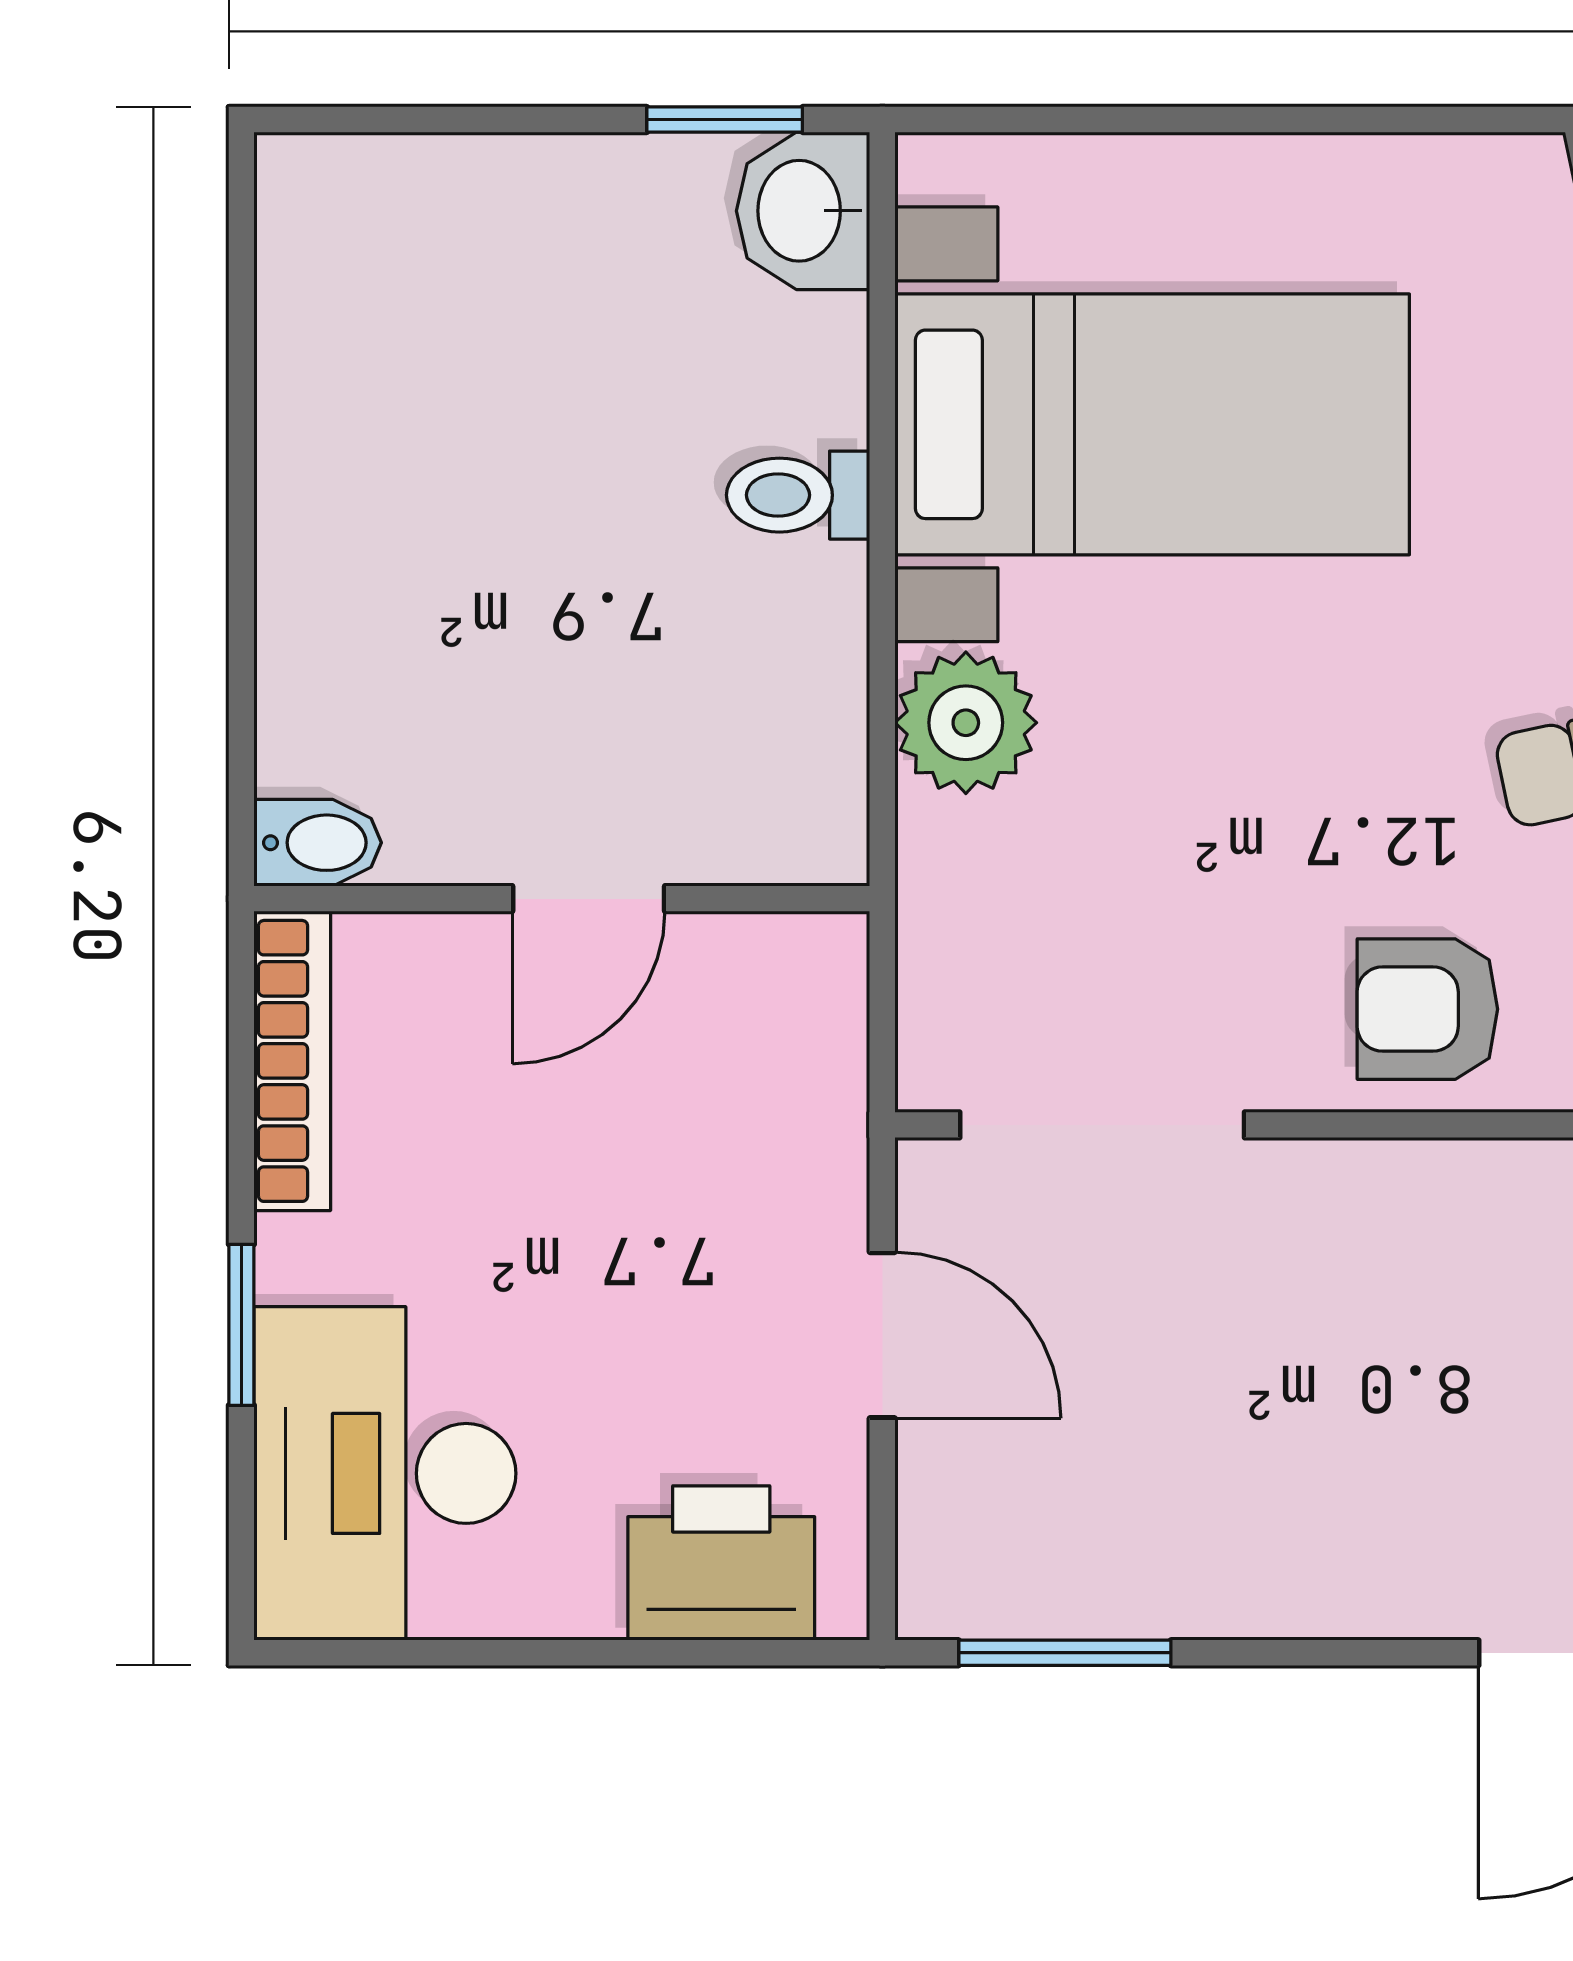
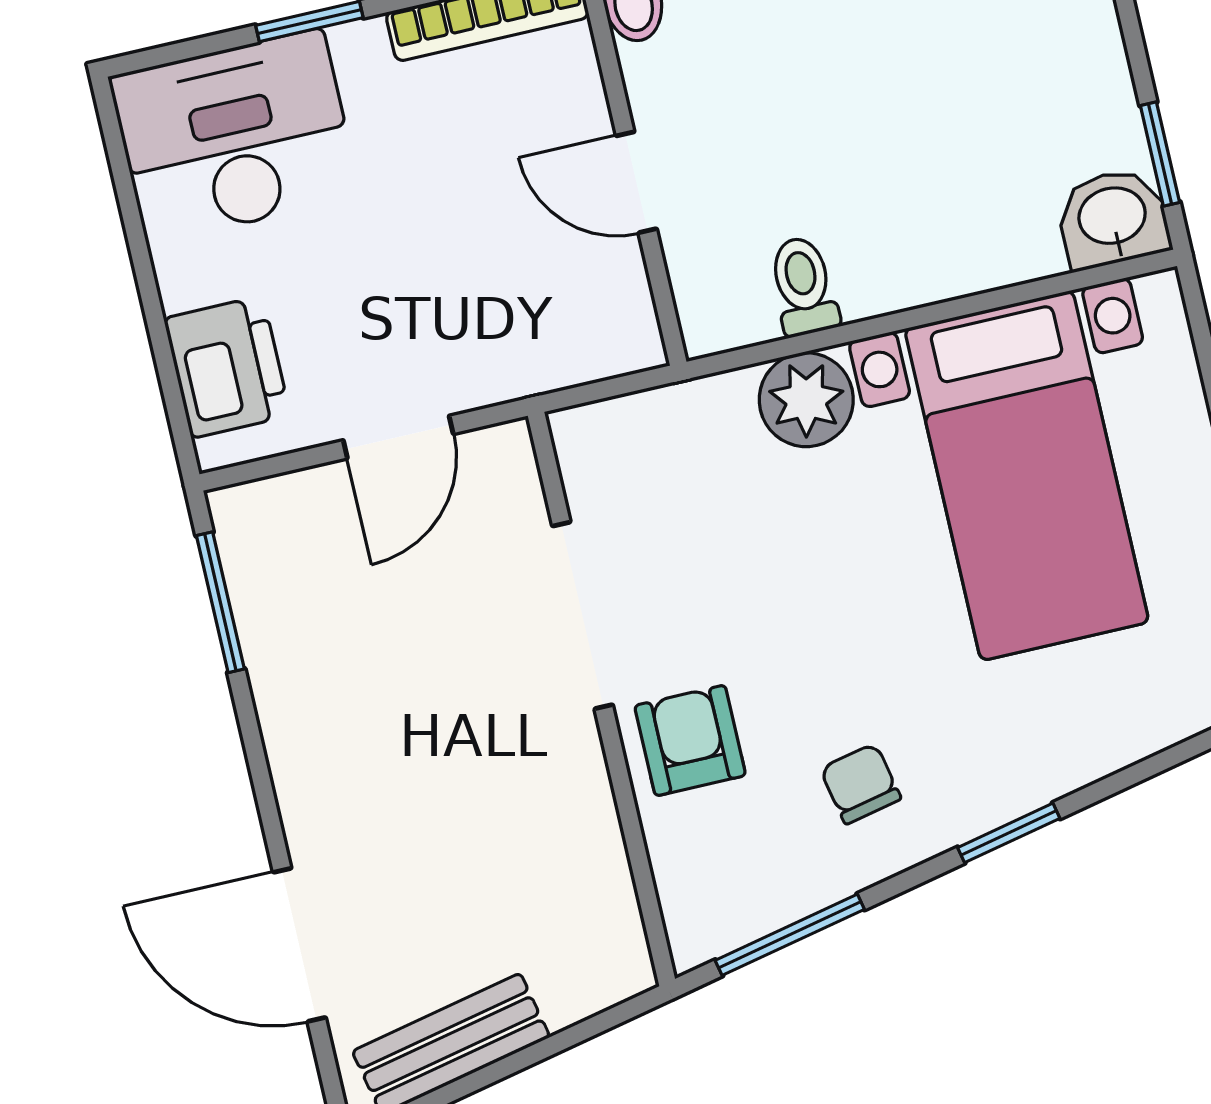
toilet: (798, 495) -> (804, 286), moved
doorway: (1102, 1125) -> (582, 615), moved

